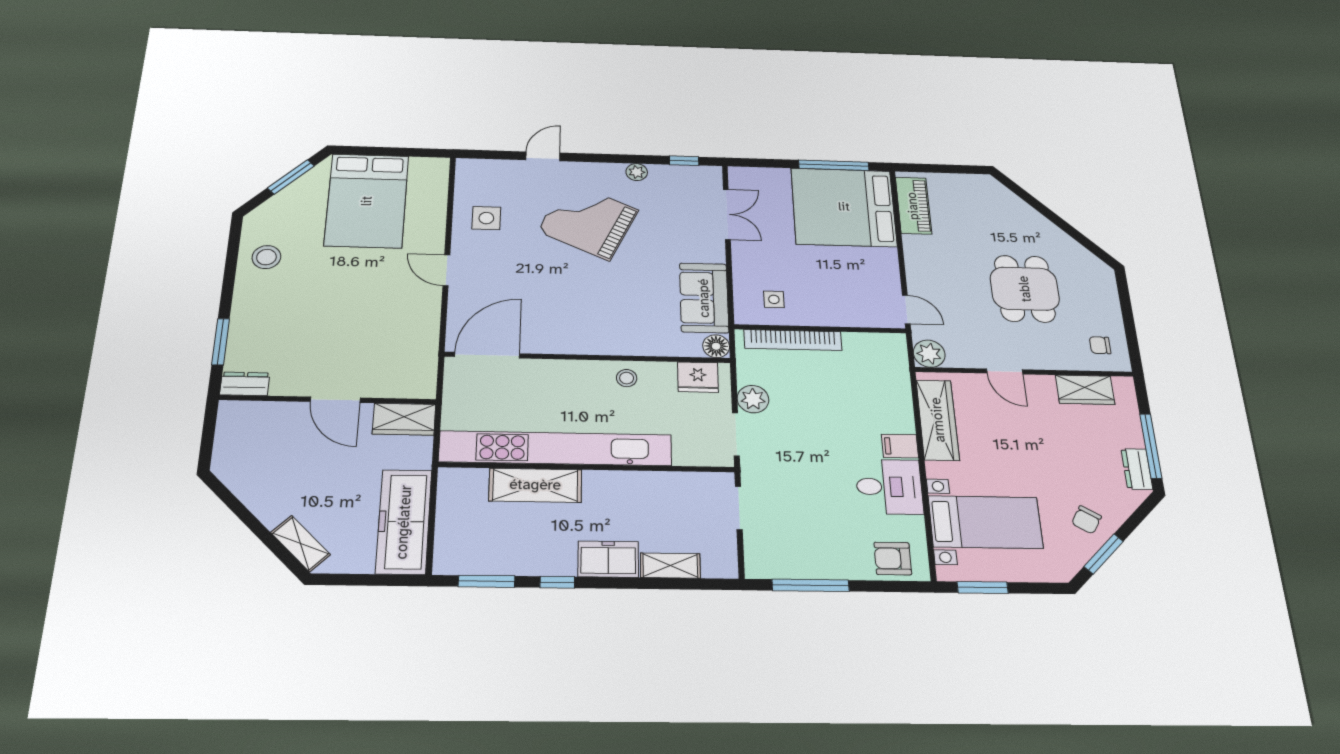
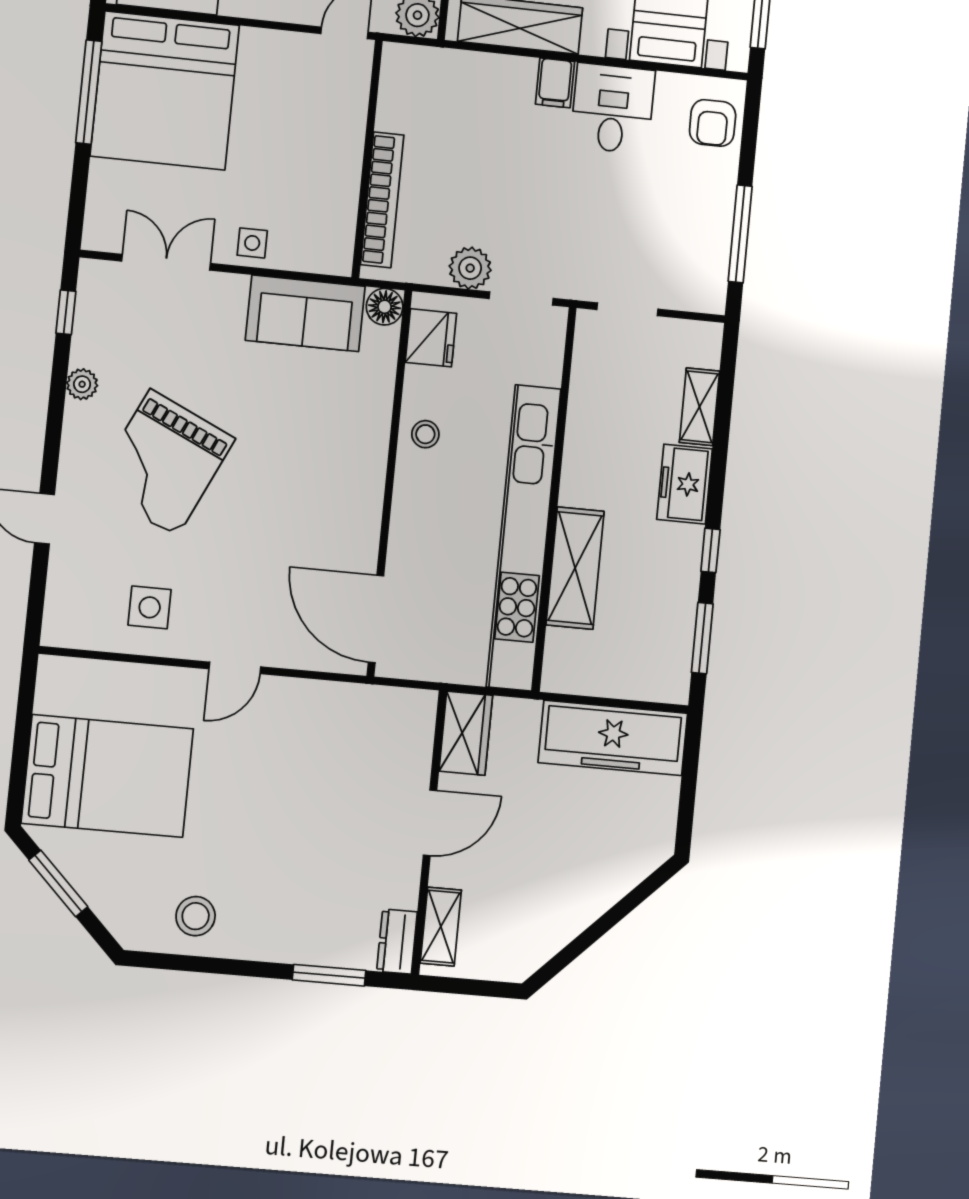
side table: (774, 299) -> (252, 243), moved
shelving: (301, 544) -> (441, 927), moved, turned -45

